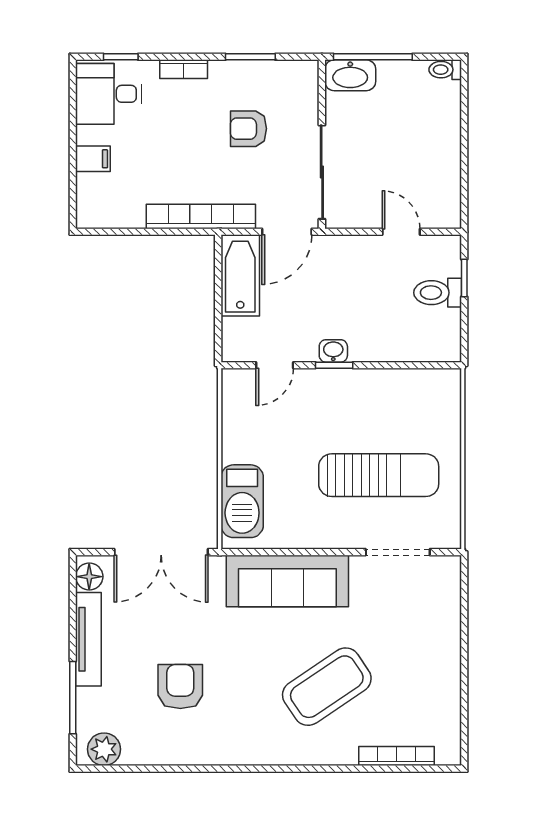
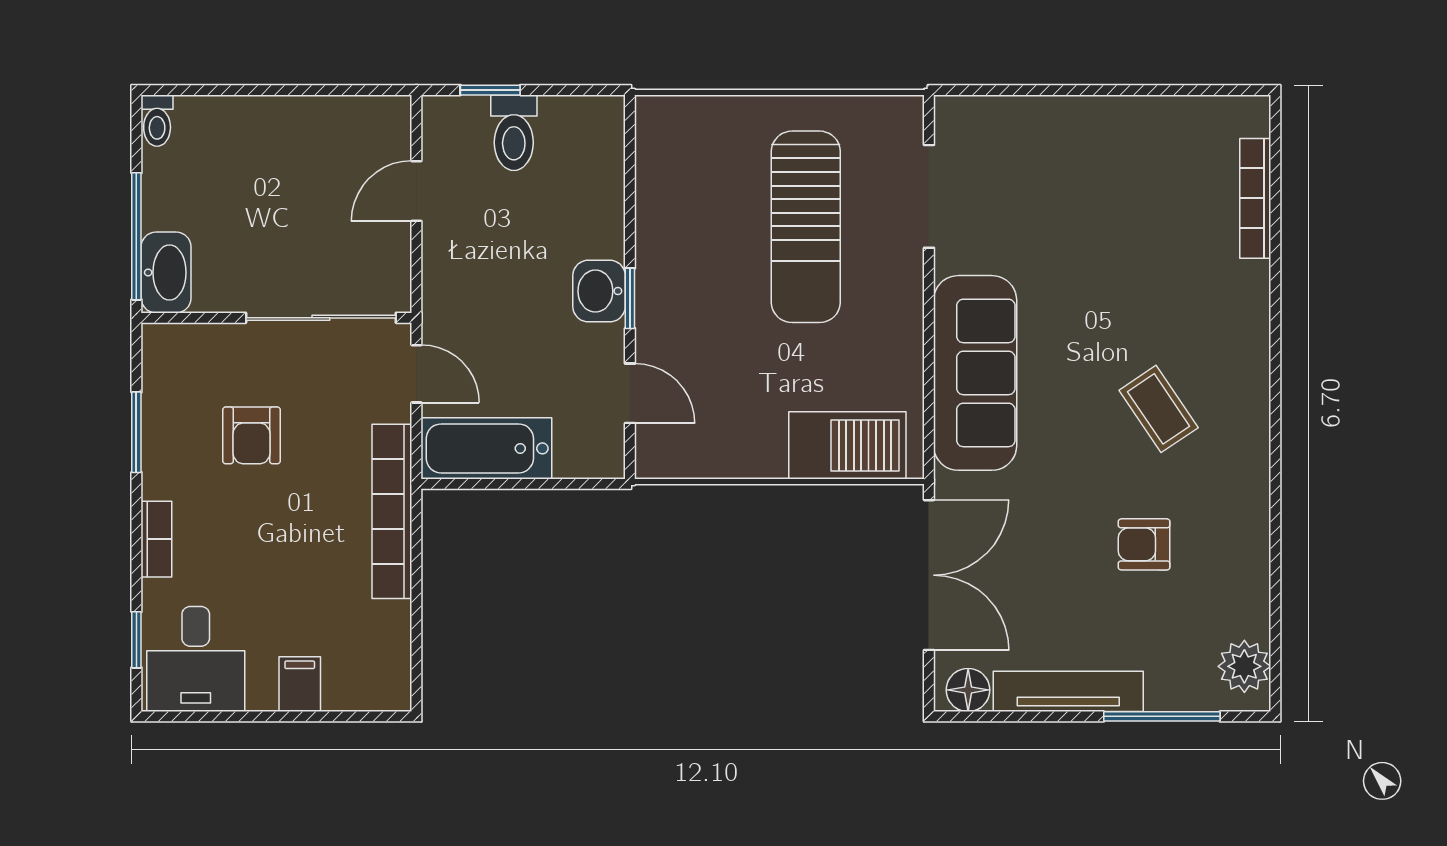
door: (287, 232) -> (416, 374), width x0.73
washbasin: (333, 351) -> (599, 291), width x1.38, depth x1.45
sun lounger: (379, 475) -> (806, 227), turned 180
armchair: (180, 687) -> (1144, 544), width x0.72, depth x0.72
coffee table: (327, 687) -> (1159, 409), moved, width x0.54, depth x0.58

